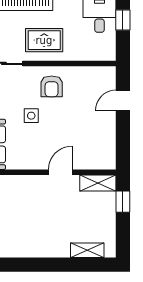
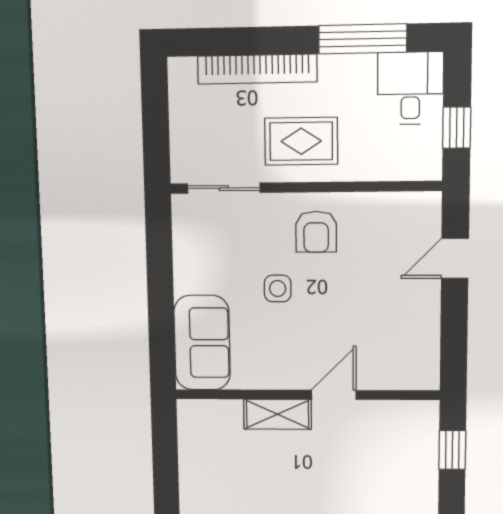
window: (123, 20) -> (457, 128), moved
shelving: (98, 183) -> (277, 414), moved

